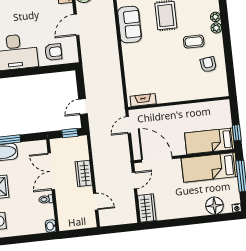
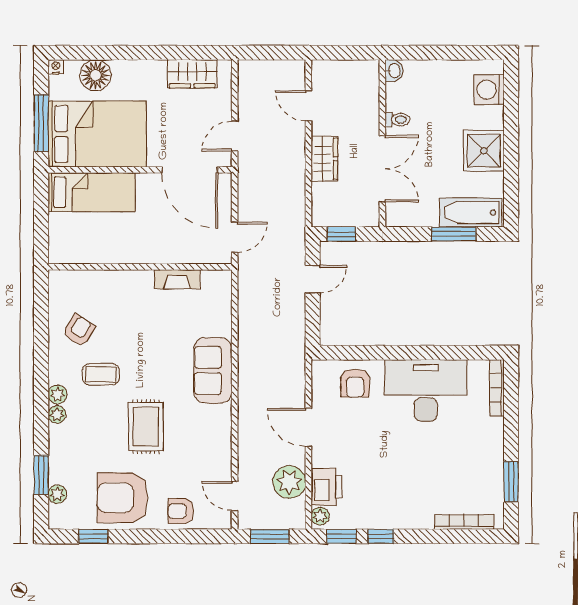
door: (76, 25) -> (308, 427), swing flipped
sofa: (130, 25) -> (213, 370), moved
armchair: (53, 52) -> (355, 383), turned -90
armchair: (208, 64) -> (79, 330), turned -141
fireplace: (143, 100) -> (177, 279), moved
window: (237, 133) -> (41, 202), removed
bed: (209, 167) -> (97, 134), width x1.50
wardrobe: (147, 208) -> (192, 74), moved, turned -90

